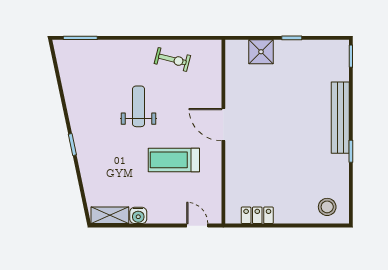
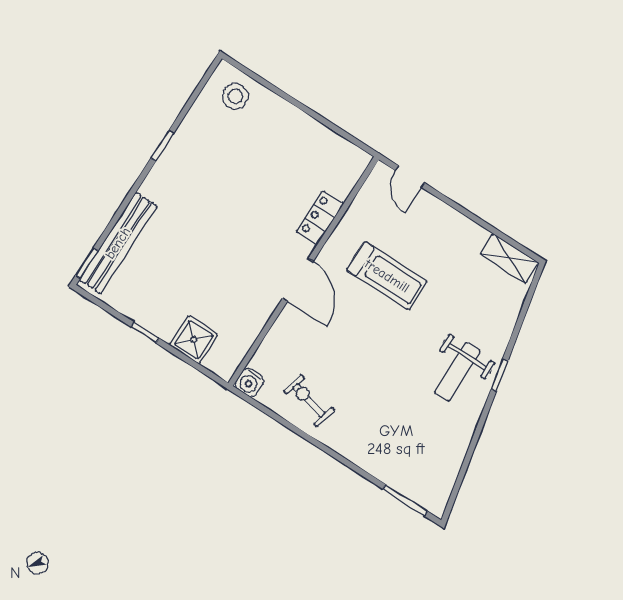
weight bench: (139, 106) -> (457, 372), moved
bench: (340, 118) -> (118, 243), moved
water cooler: (138, 215) -> (249, 382), moved, turned 180
locker: (257, 215) -> (320, 218), moved, turned 90

